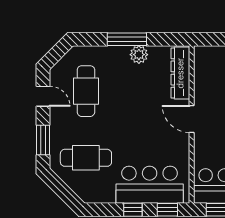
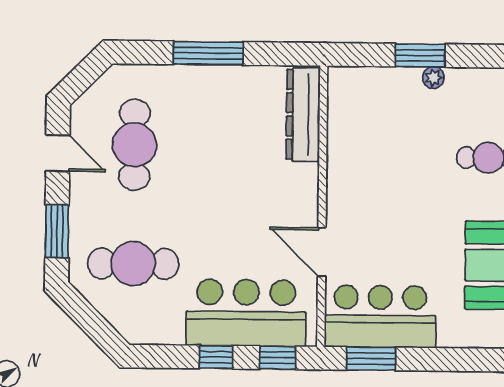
plant: (139, 55) -> (229, 81), removed
door: (192, 119) -> (322, 252), moved

